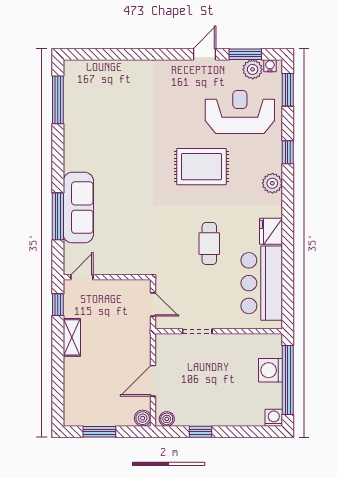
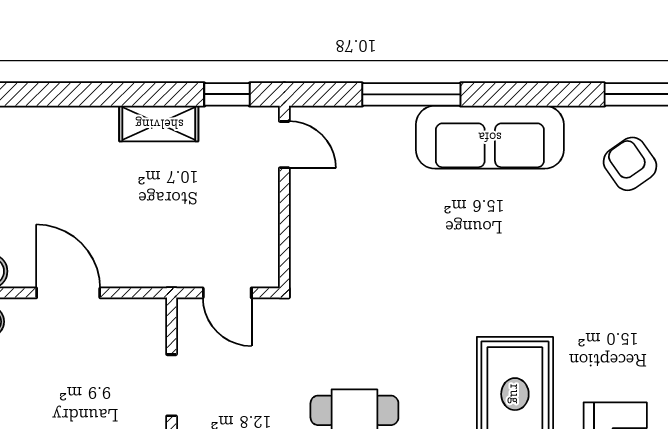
armchair: (91, 111) -> (630, 164), added
sofa: (78, 208) -> (490, 137), moved
door: (153, 305) -> (227, 293), hinge flipped

